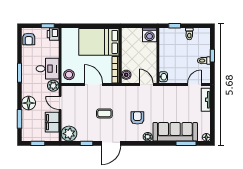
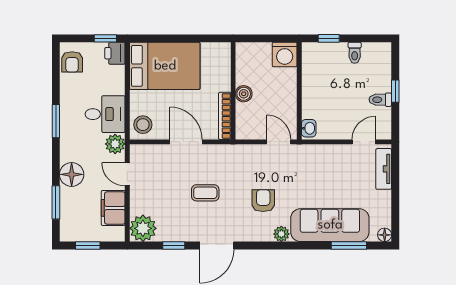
bed: (99, 42) -> (165, 66), moved, turned 180
boiler: (126, 75) -> (244, 94), moved

